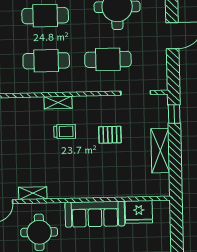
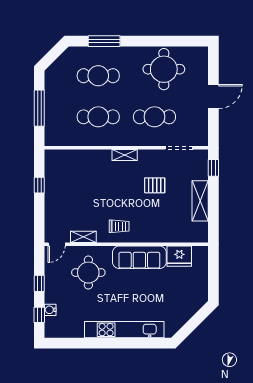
shelving: (58, 103) -> (125, 155), moved
trolley: (65, 131) -> (119, 226), moved

